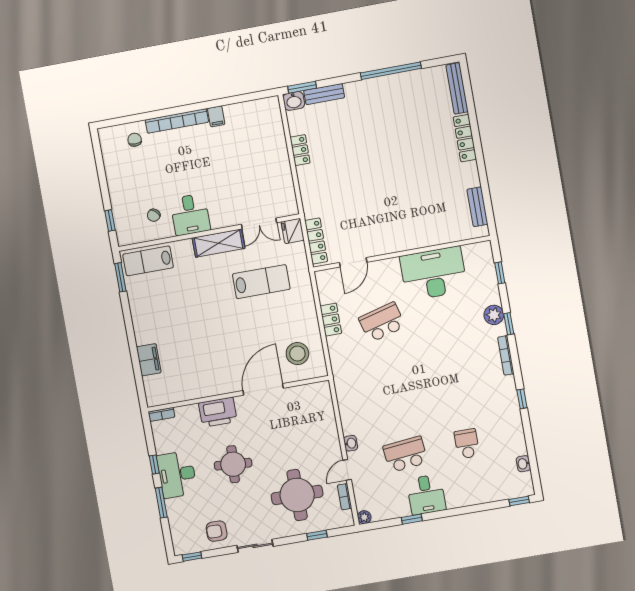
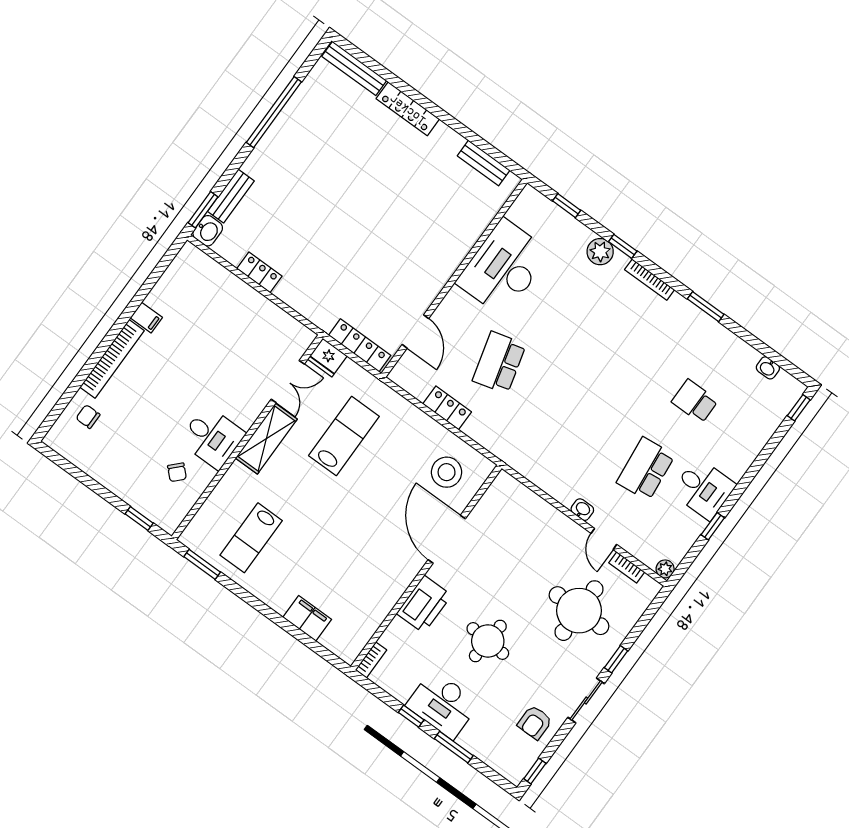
lab bench: (148, 261) -> (251, 538), moved
window: (522, 399) -> (706, 307), width x1.50
window: (317, 535) -> (616, 659), moved

